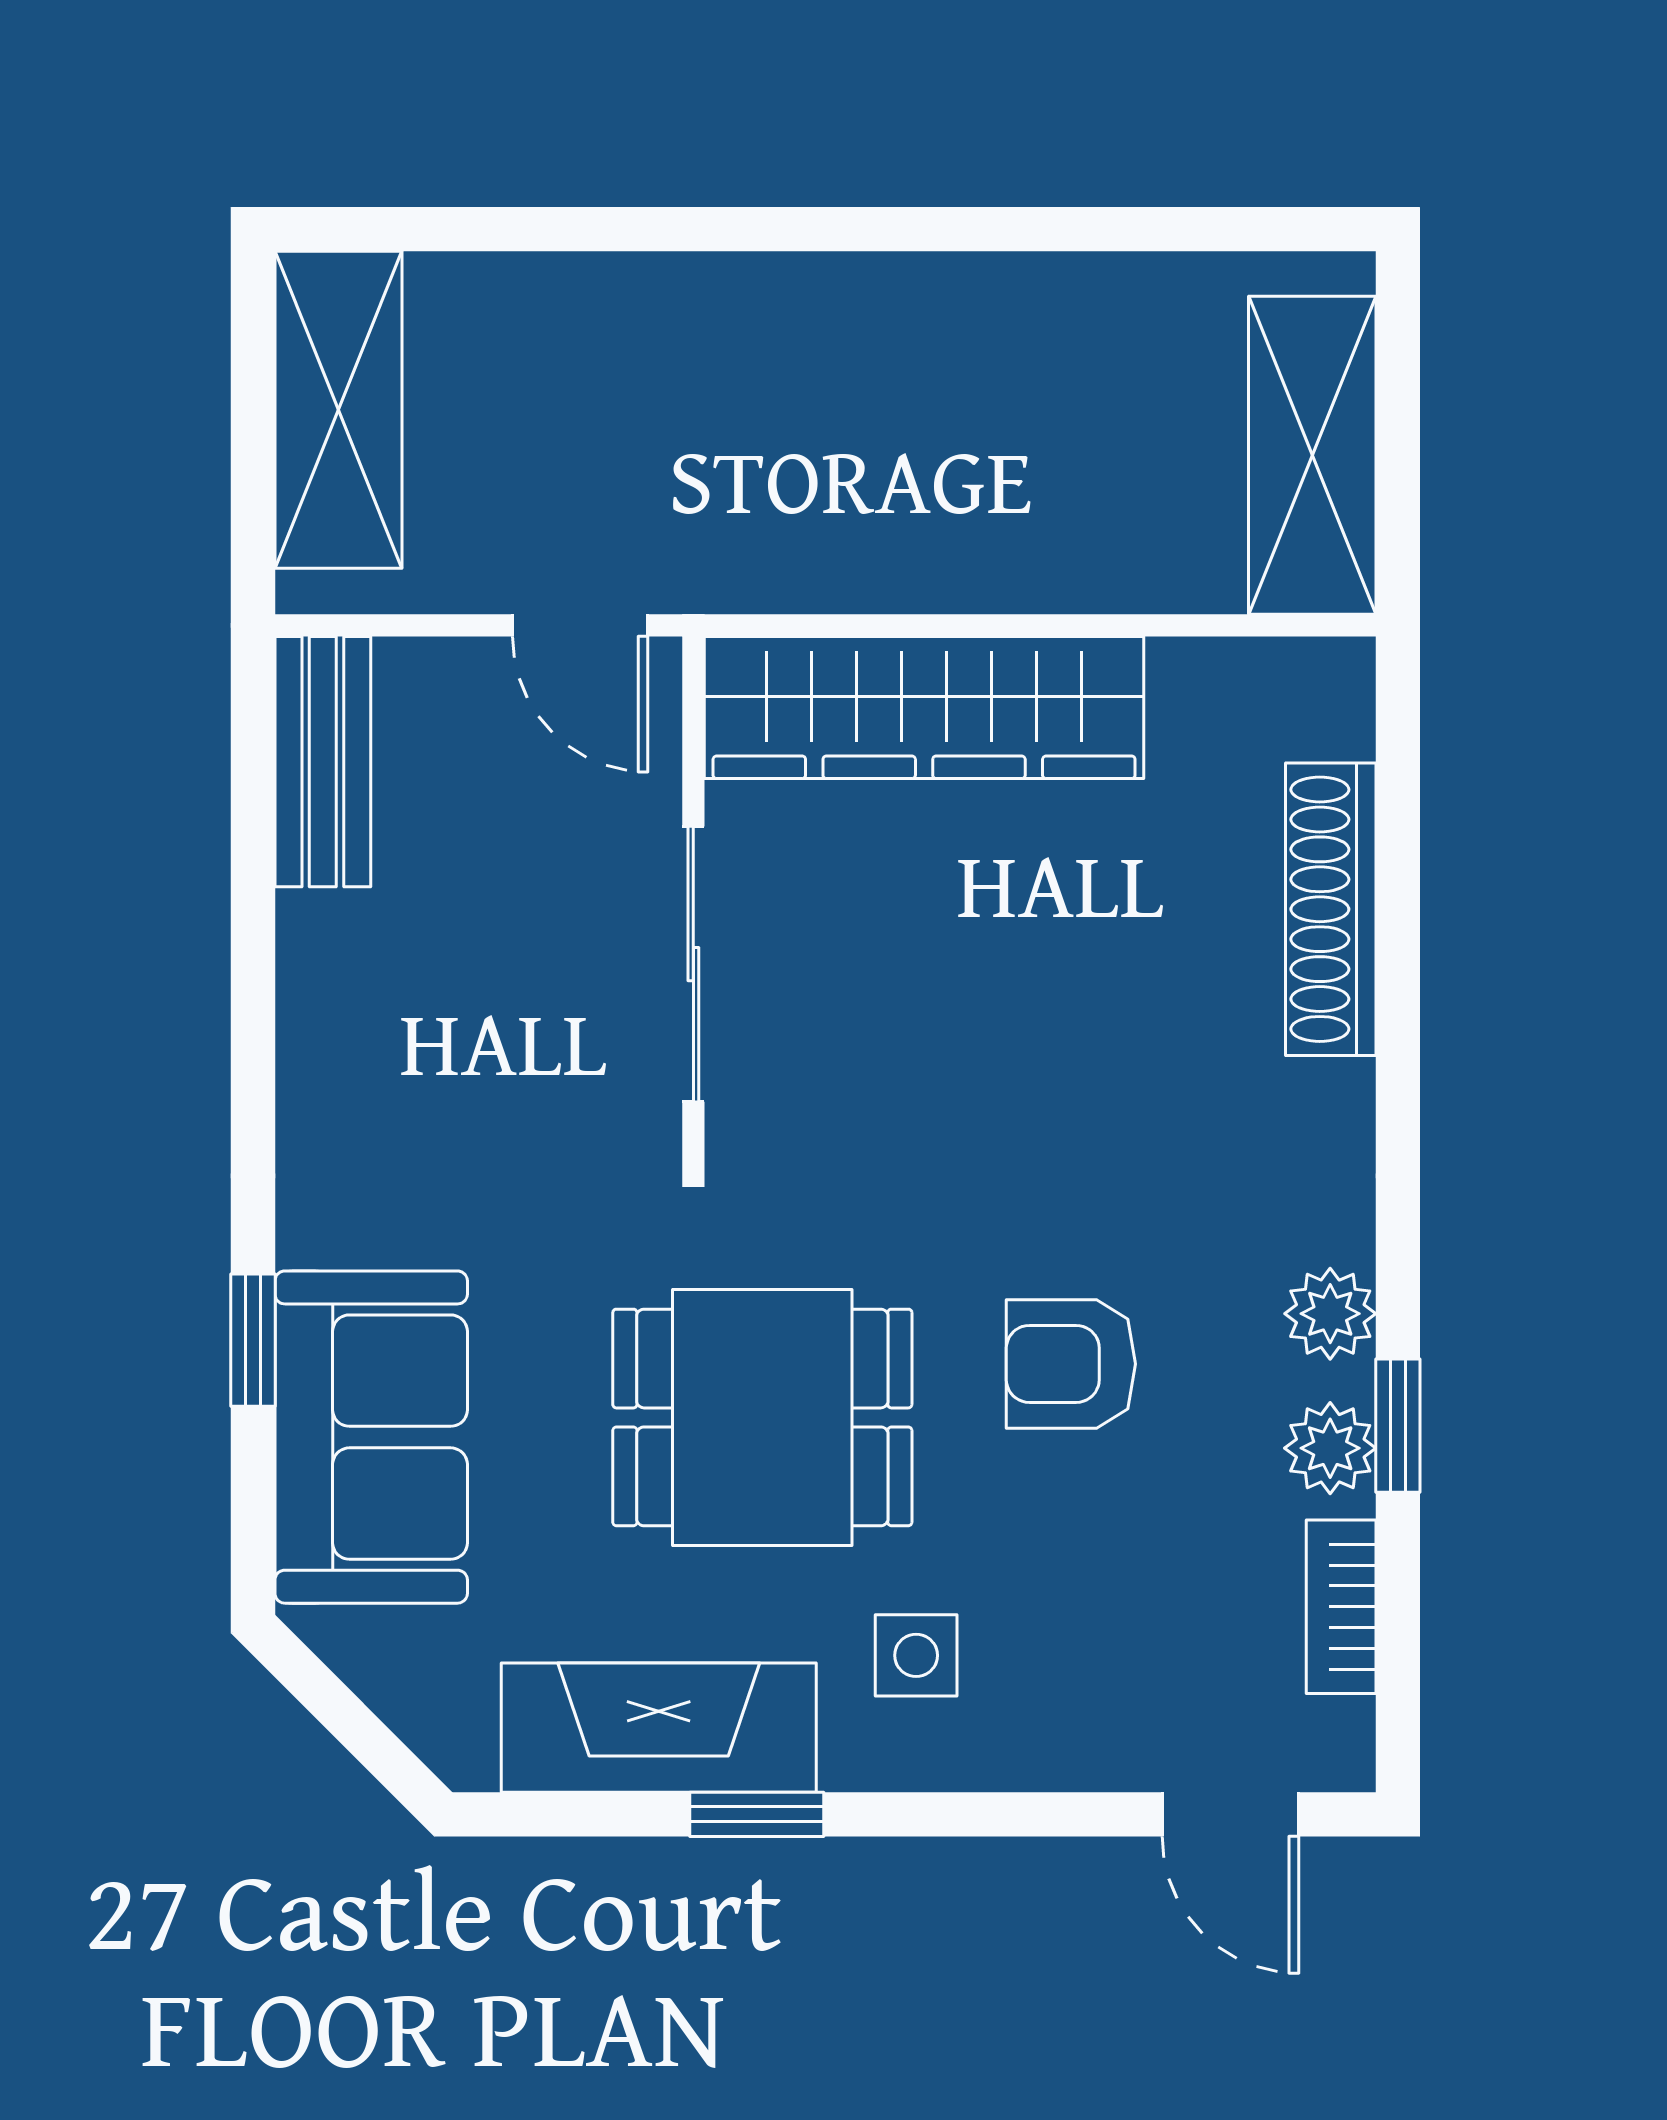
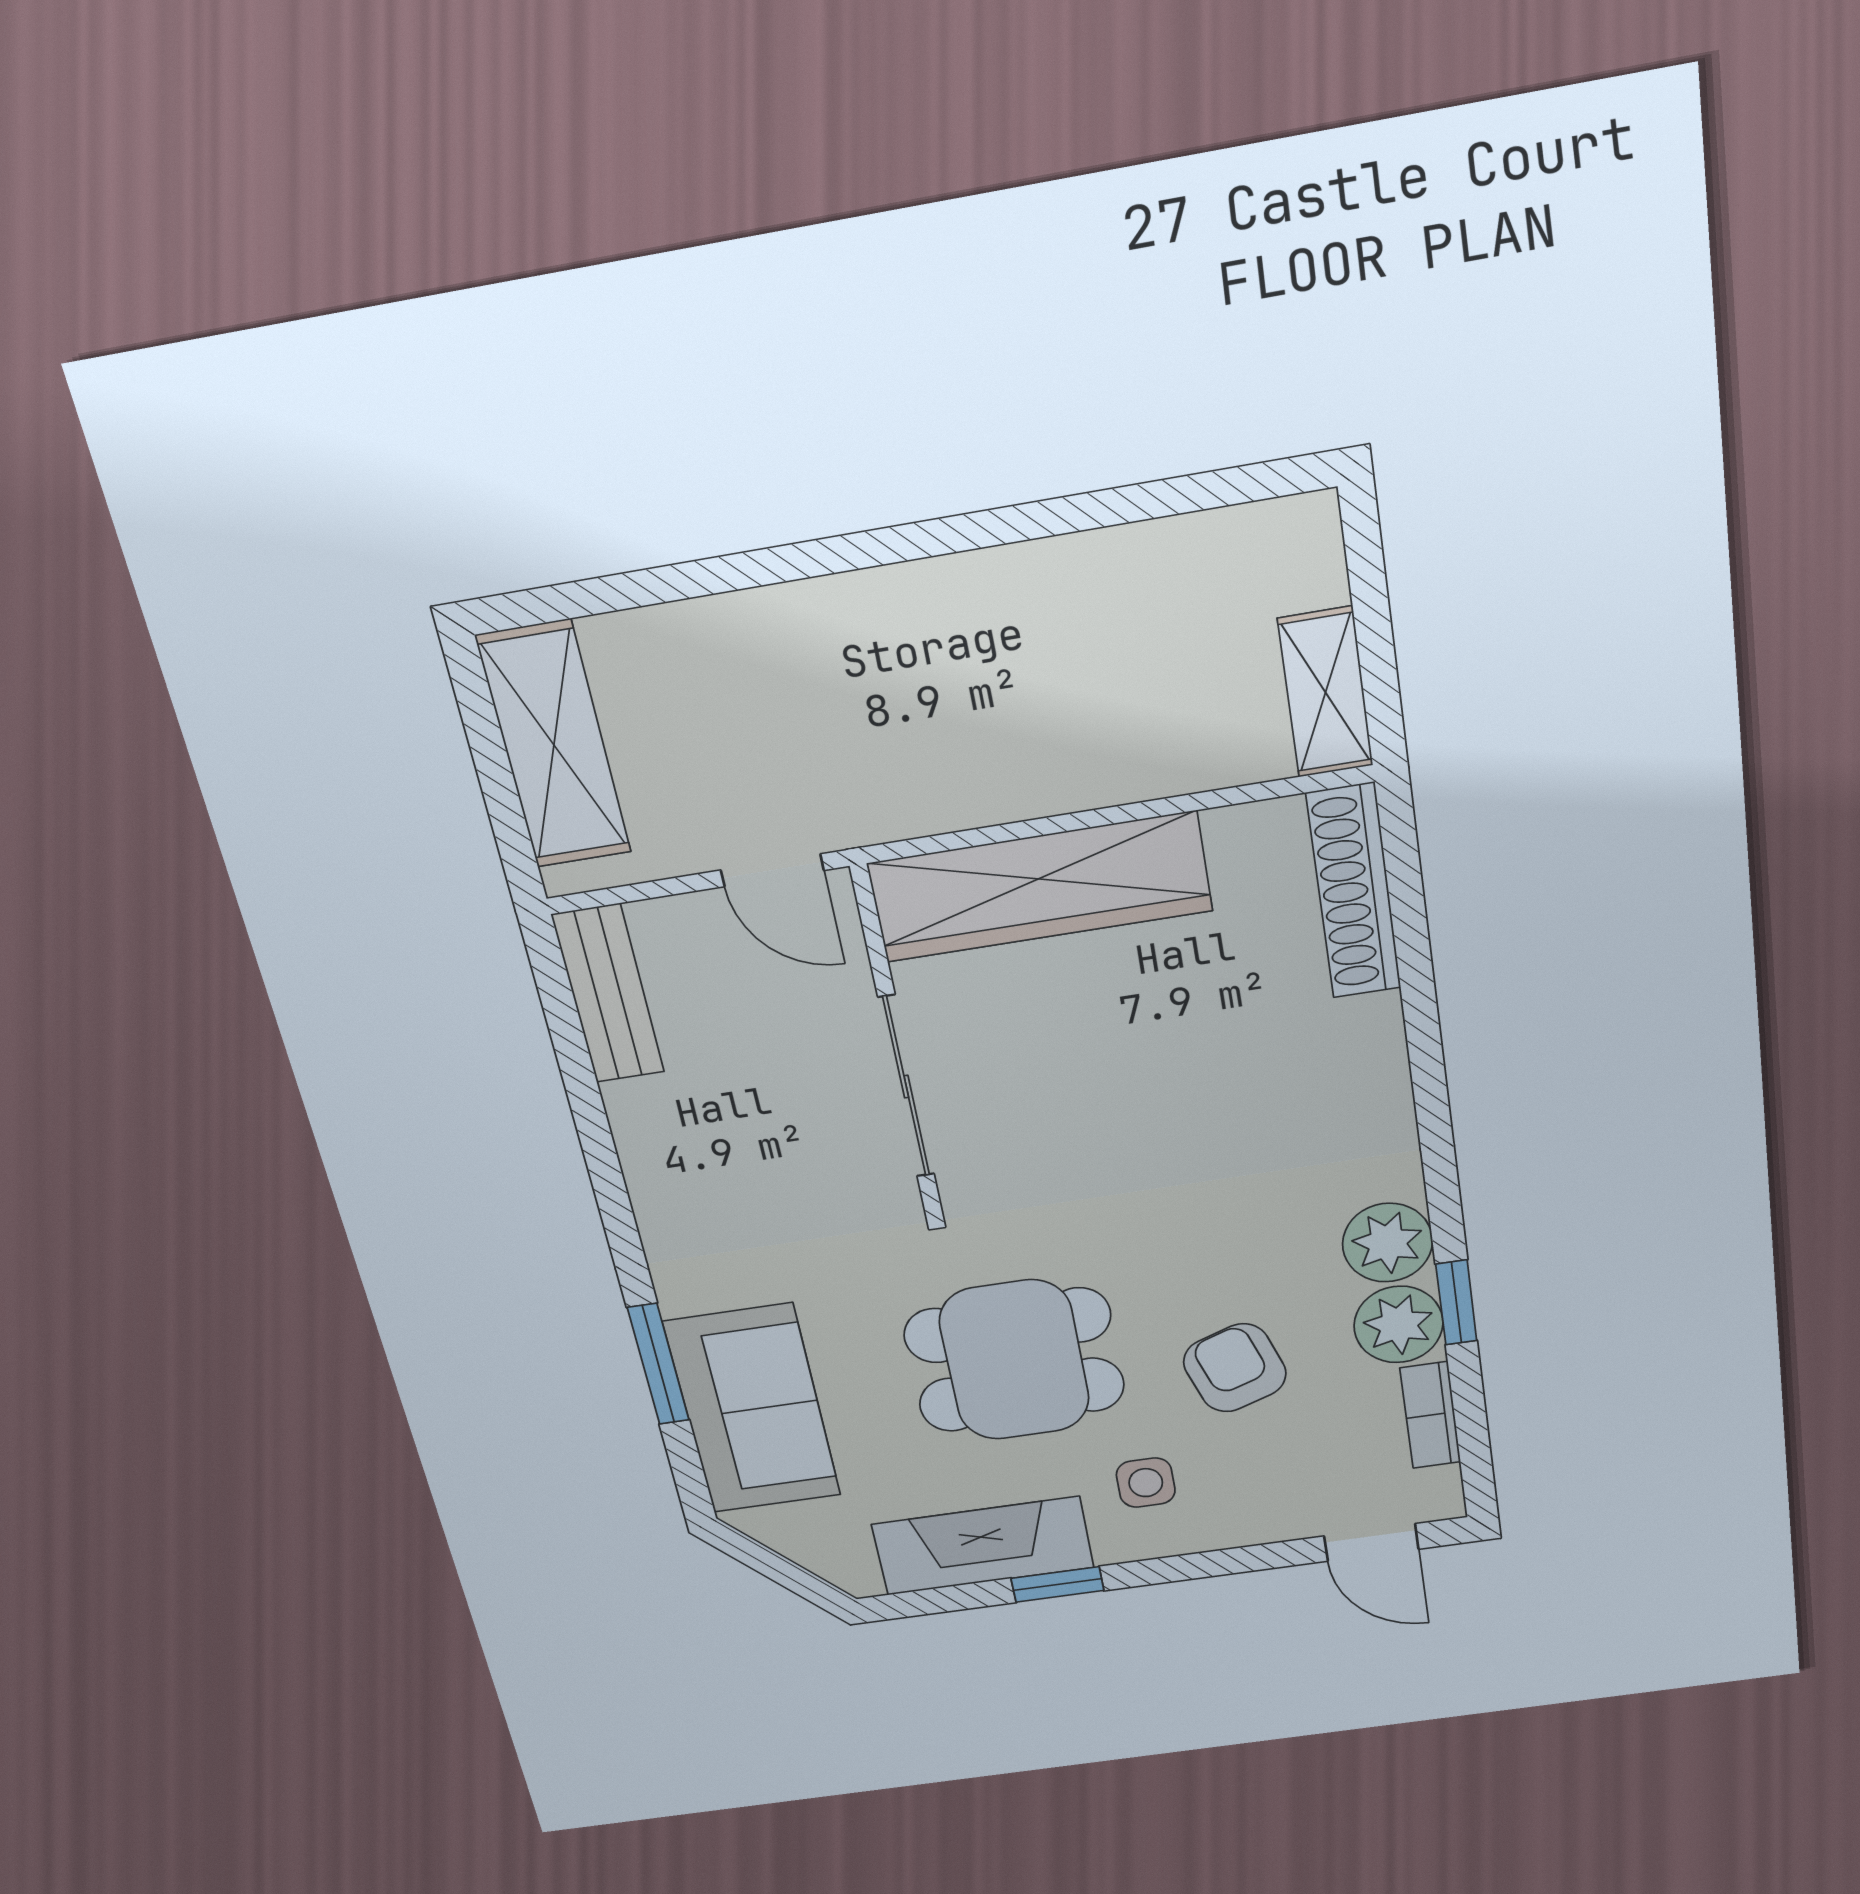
shelving: (1312, 455) -> (1326, 692), width x0.67, depth x0.75
shoe rack: (1331, 909) -> (1354, 891), moved
plant: (1330, 1314) -> (1387, 1243), width x1.38, depth x1.38
window: (253, 1340) -> (658, 1364), width x1.50
armchair: (1071, 1364) -> (1235, 1368), moved, turned 71
plant: (1330, 1448) -> (1398, 1325), width x1.38, depth x1.38

